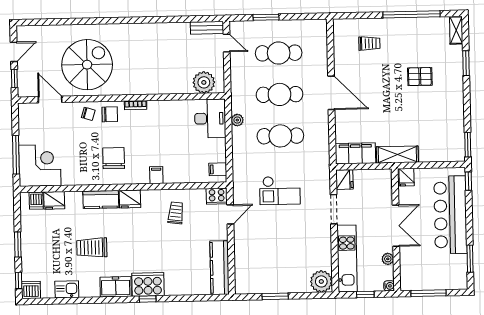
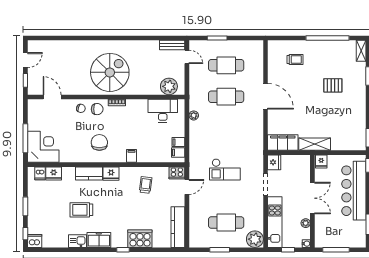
spiral stairs: (87, 65) -> (110, 72), moved
desk: (210, 118) -> (163, 111), moved, turned -90
cafe table: (280, 136) -> (226, 222), moved
filing cabinet: (218, 156) -> (178, 142), added
cooker: (148, 284) -> (140, 239), moved
kitchen sink: (67, 289) -> (77, 241), moved

